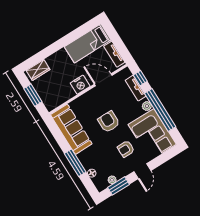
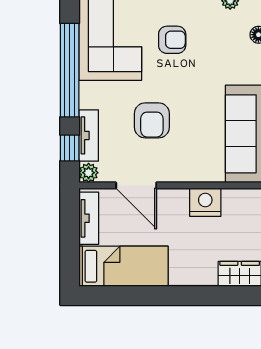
nightstand: (80, 85) -> (205, 202), moved
plant: (147, 106) -> (89, 173), moved
armchair: (109, 122) -> (152, 120), moved

